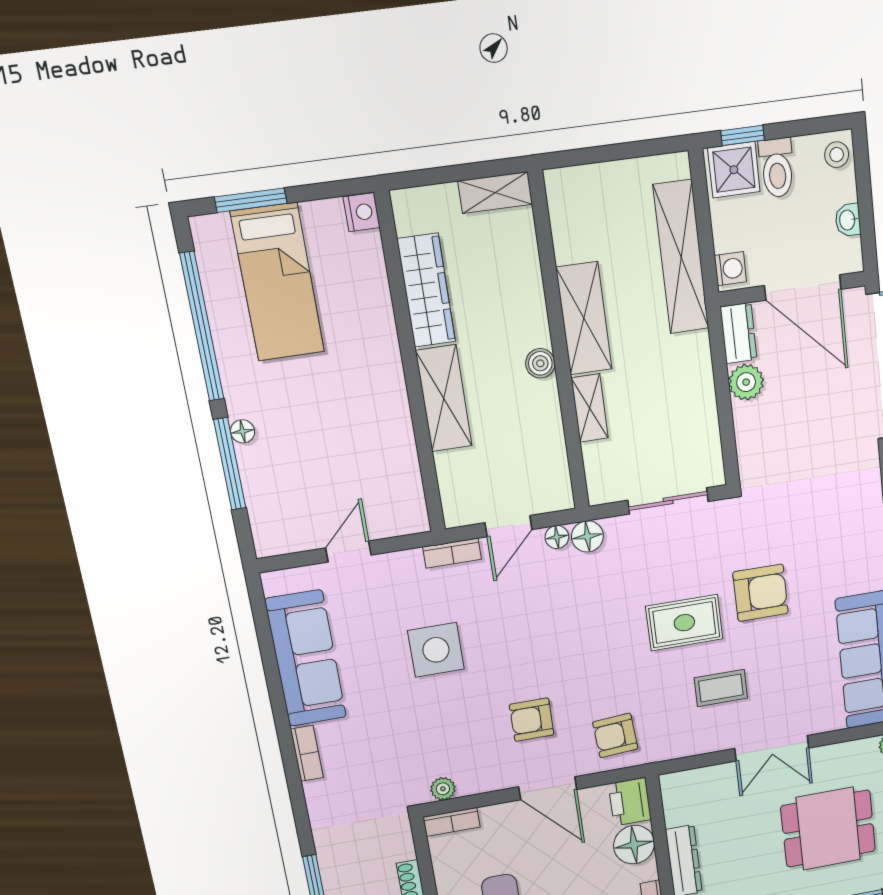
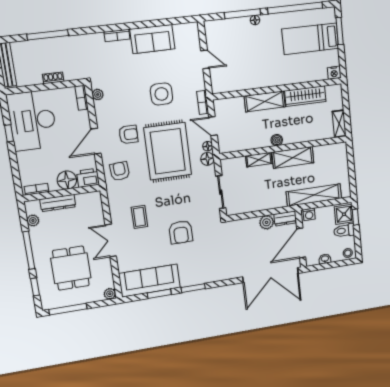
rug: (684, 623) -> (168, 151), moved, width x1.86, depth x2.06
sofa: (306, 658) -> (152, 39), width x0.73
armchair: (532, 720) -> (128, 134), turned 90

